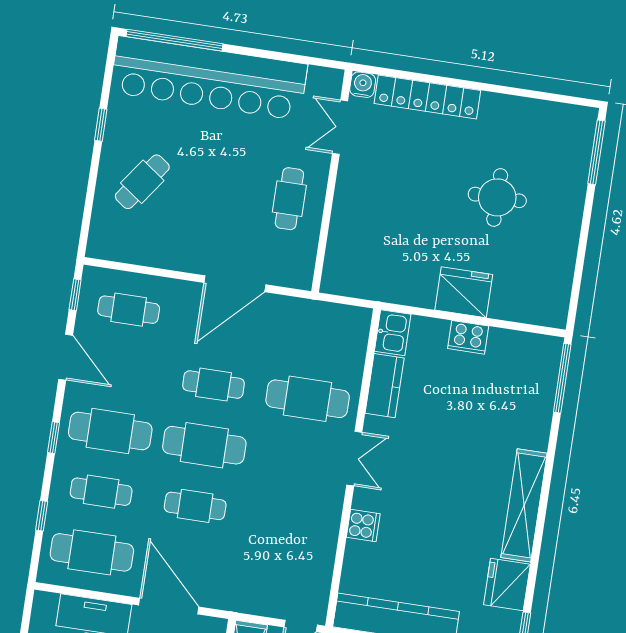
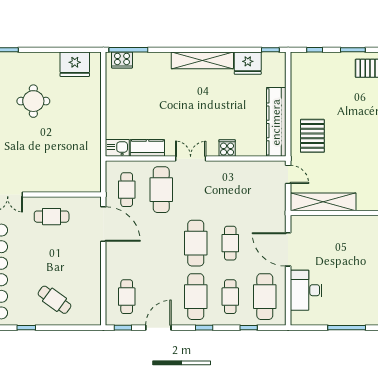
door: (235, 284) -> (103, 224), moved
fridge: (464, 292) -> (75, 64), moved, turned -90
cooker: (468, 337) -> (122, 60), moved, turned 90
cafe table: (213, 385) -> (127, 190), moved
door: (169, 606) -> (288, 249), hinge flipped

